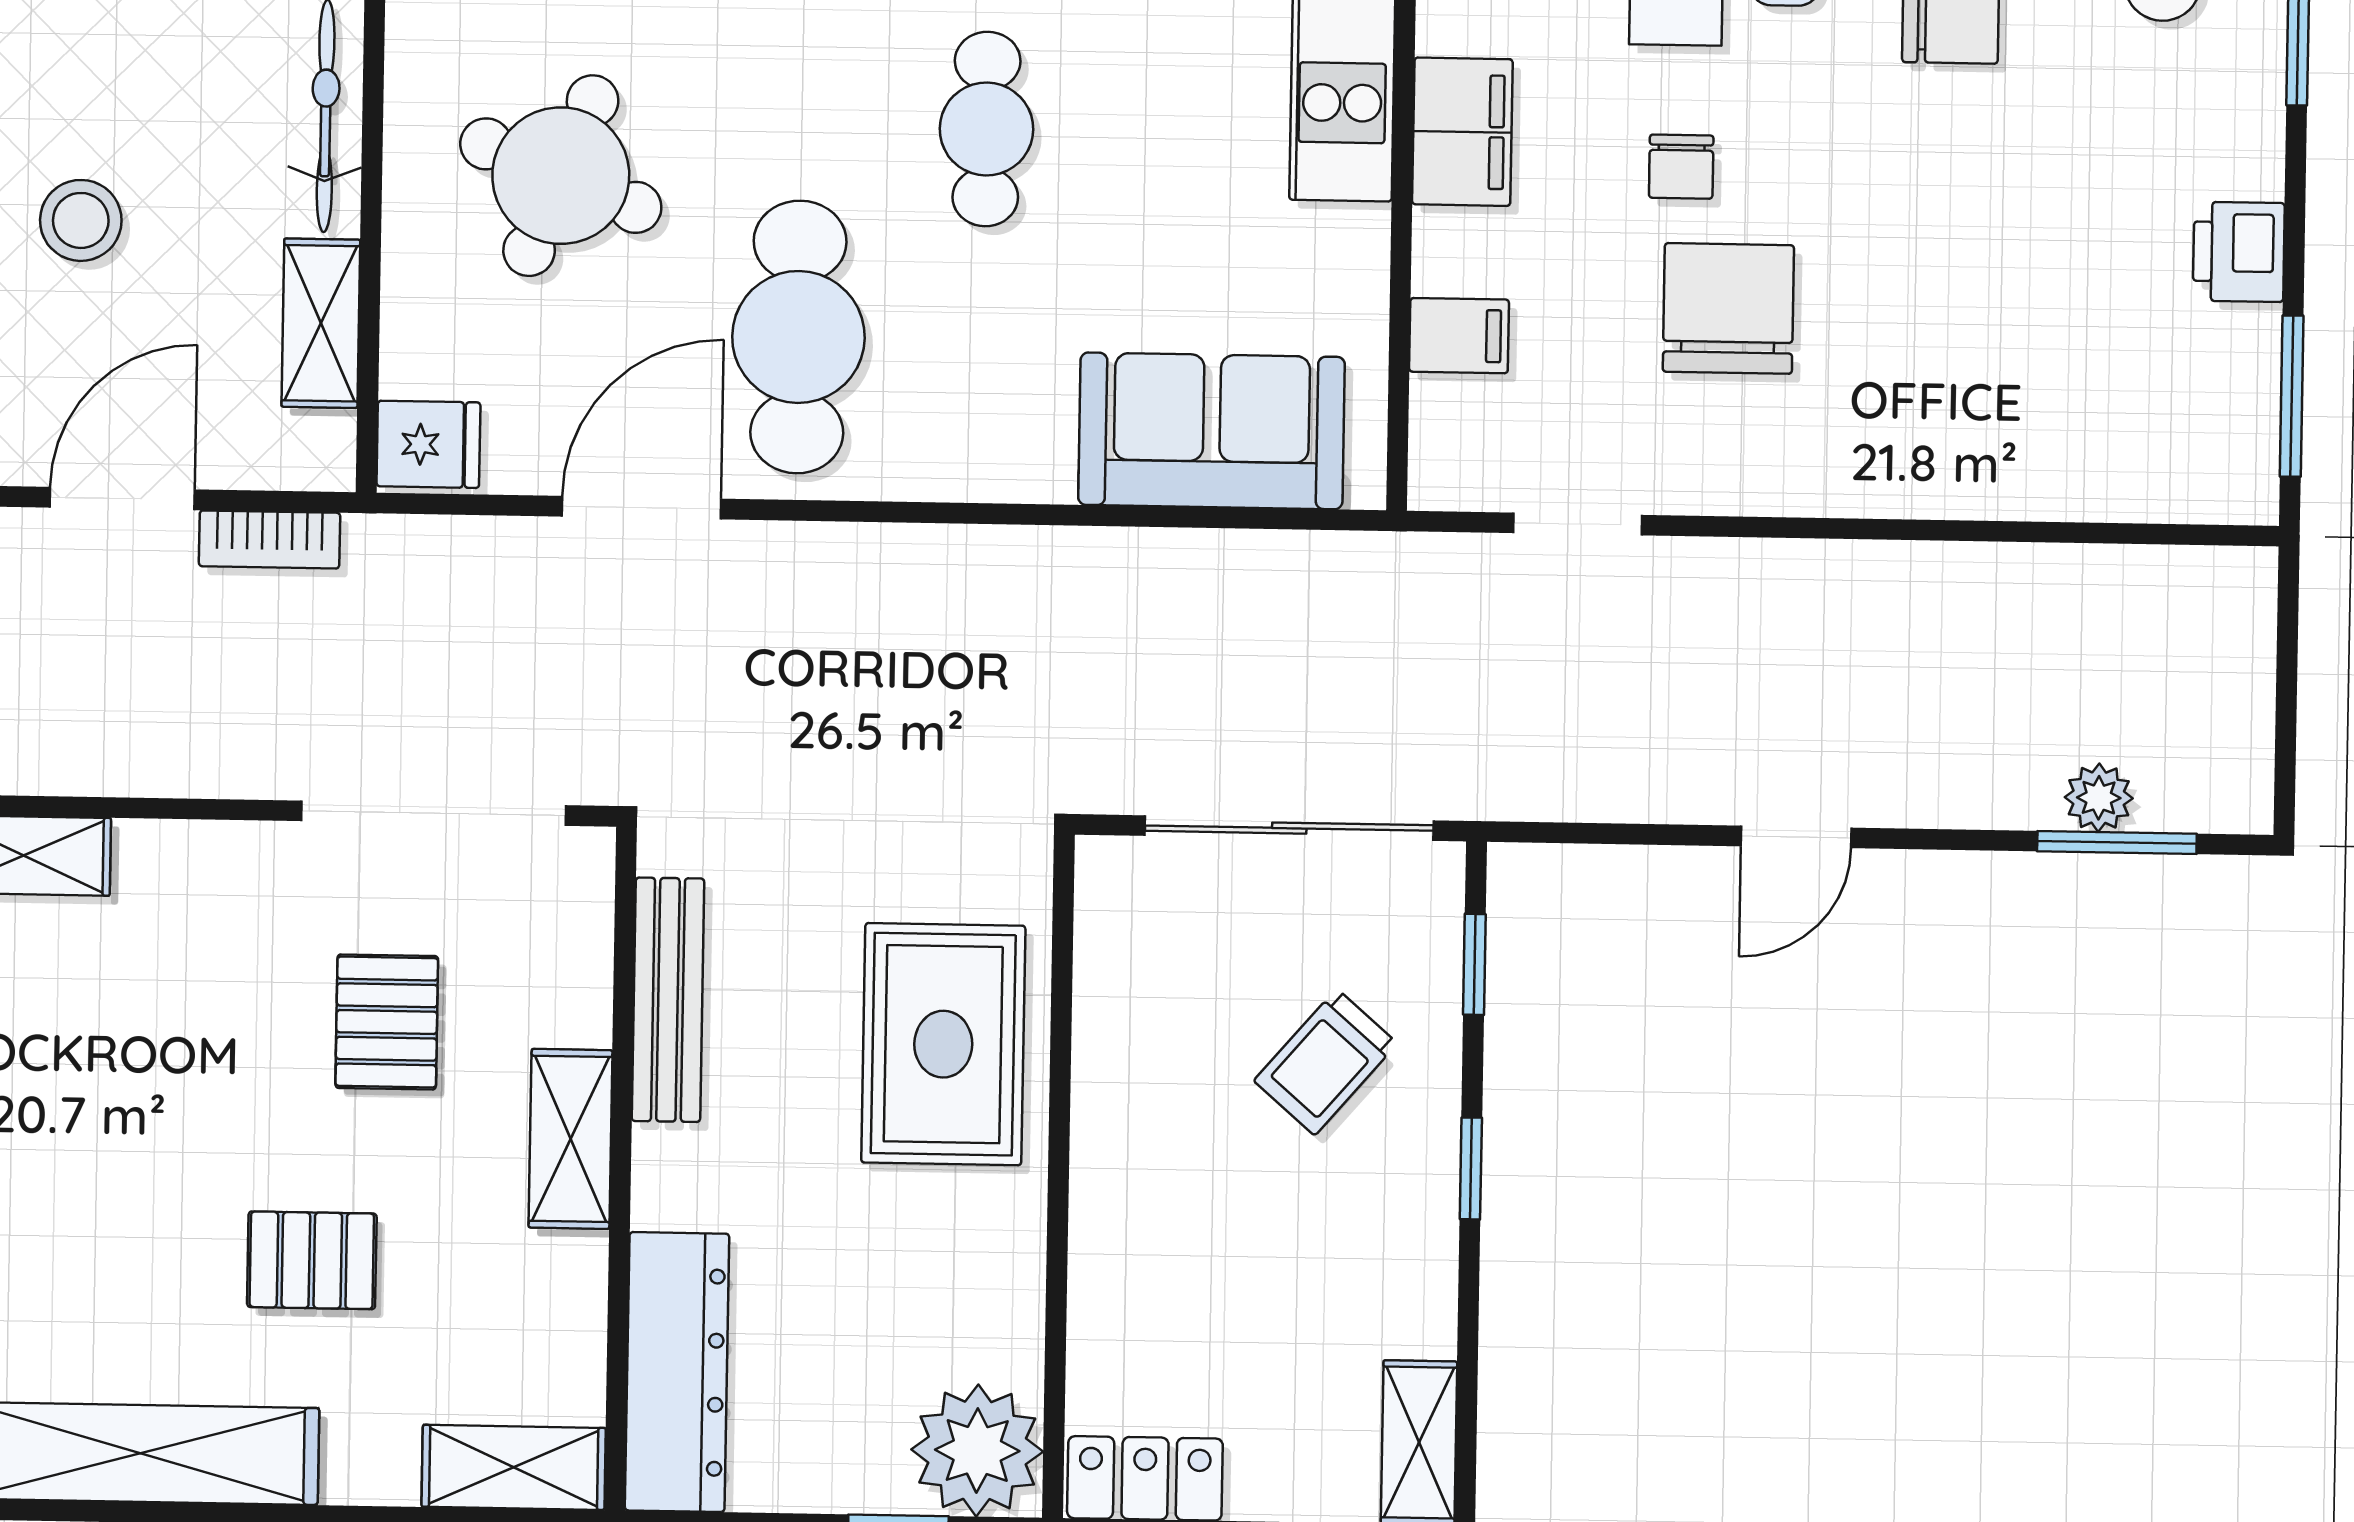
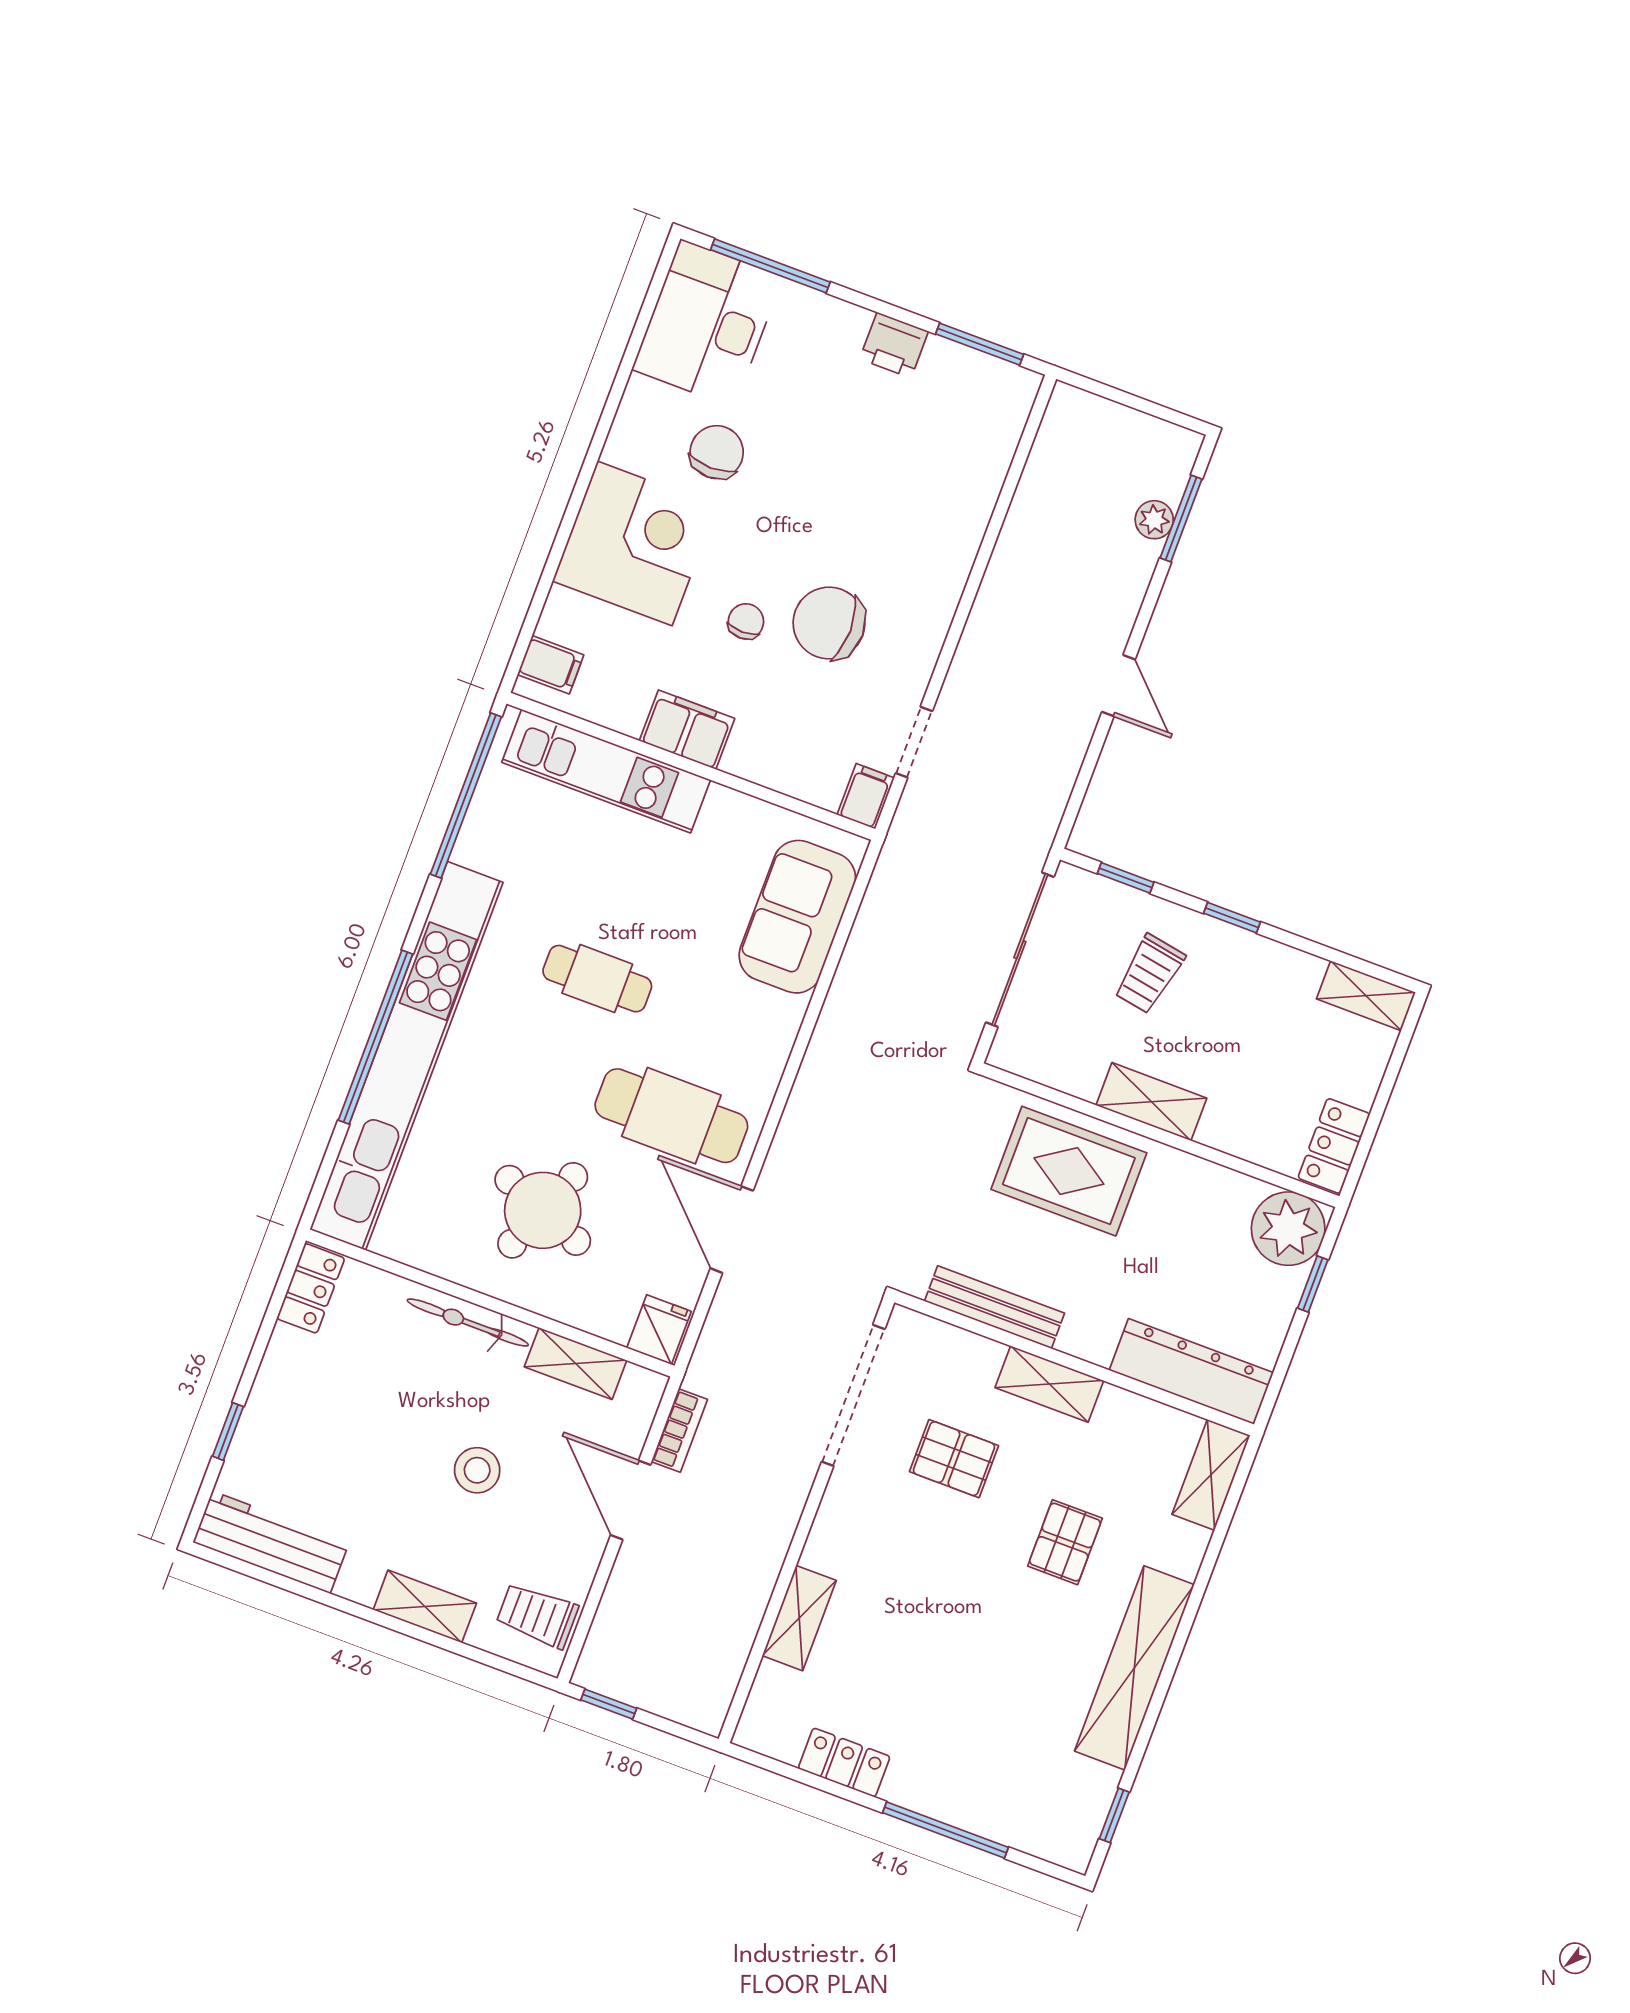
chair: (1681, 167) -> (746, 621), turned -90
filing cabinet: (1459, 336) -> (866, 796), moved
trolley: (1326, 1062) -> (1149, 974), turned 59
shelving: (1110, 1142) -> (1151, 1102), added

